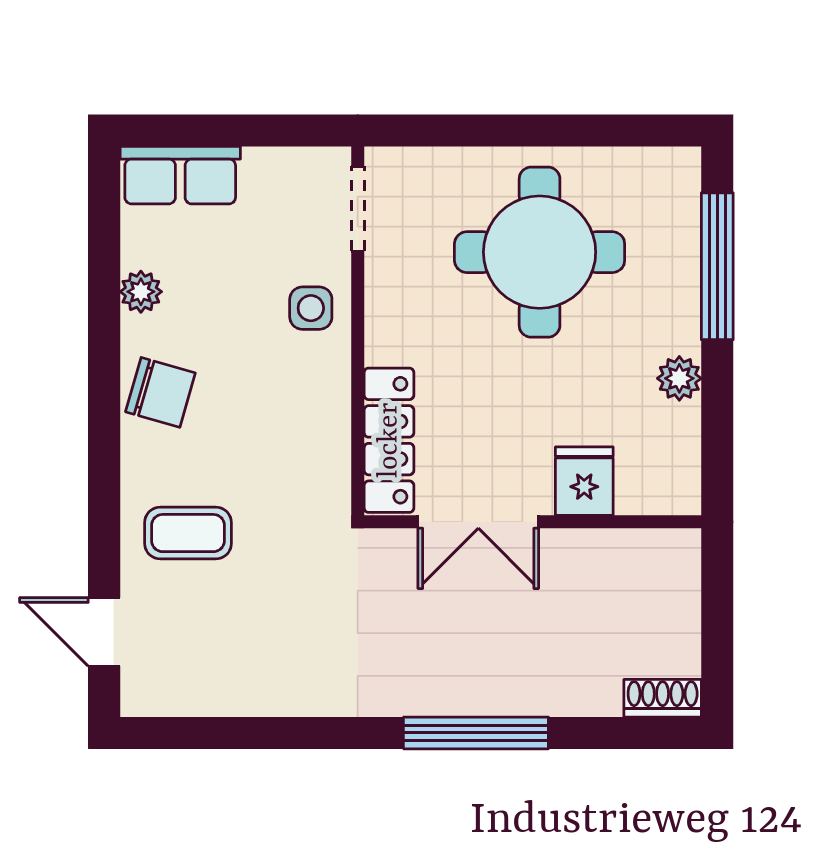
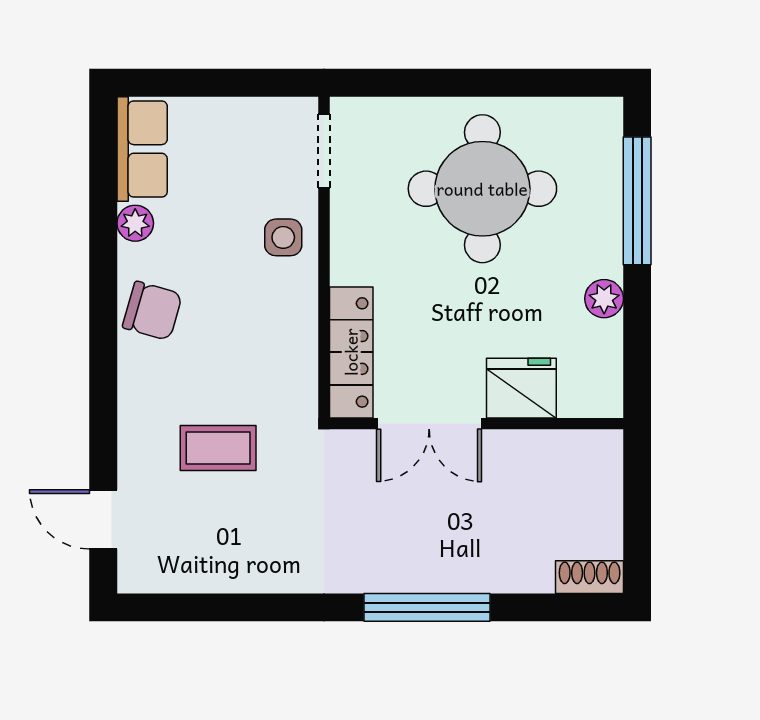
row of seats: (180, 175) -> (142, 149), moved, turned -90
fridge: (584, 481) -> (521, 388), width x1.38
coffee table: (188, 533) -> (218, 448), moved

